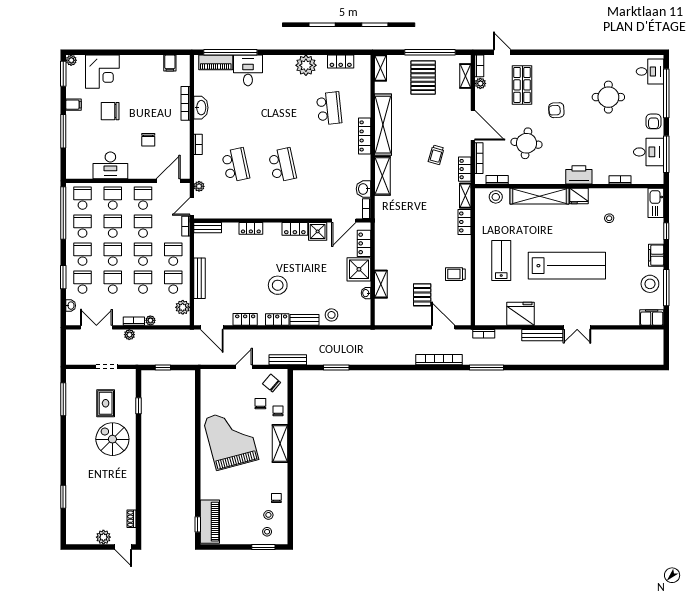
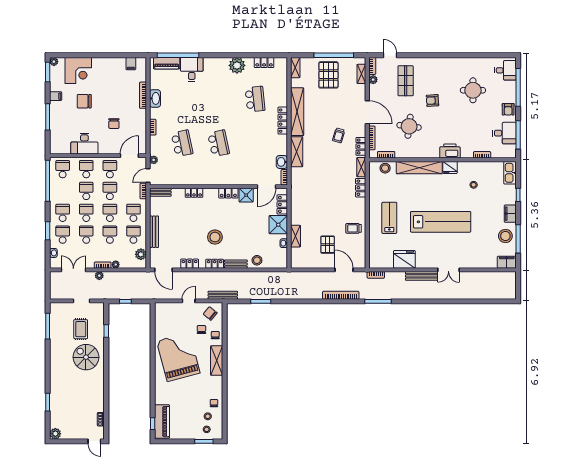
school desk: (83, 226) -> (63, 191), removed
plant: (103, 537) -> (55, 434), moved

